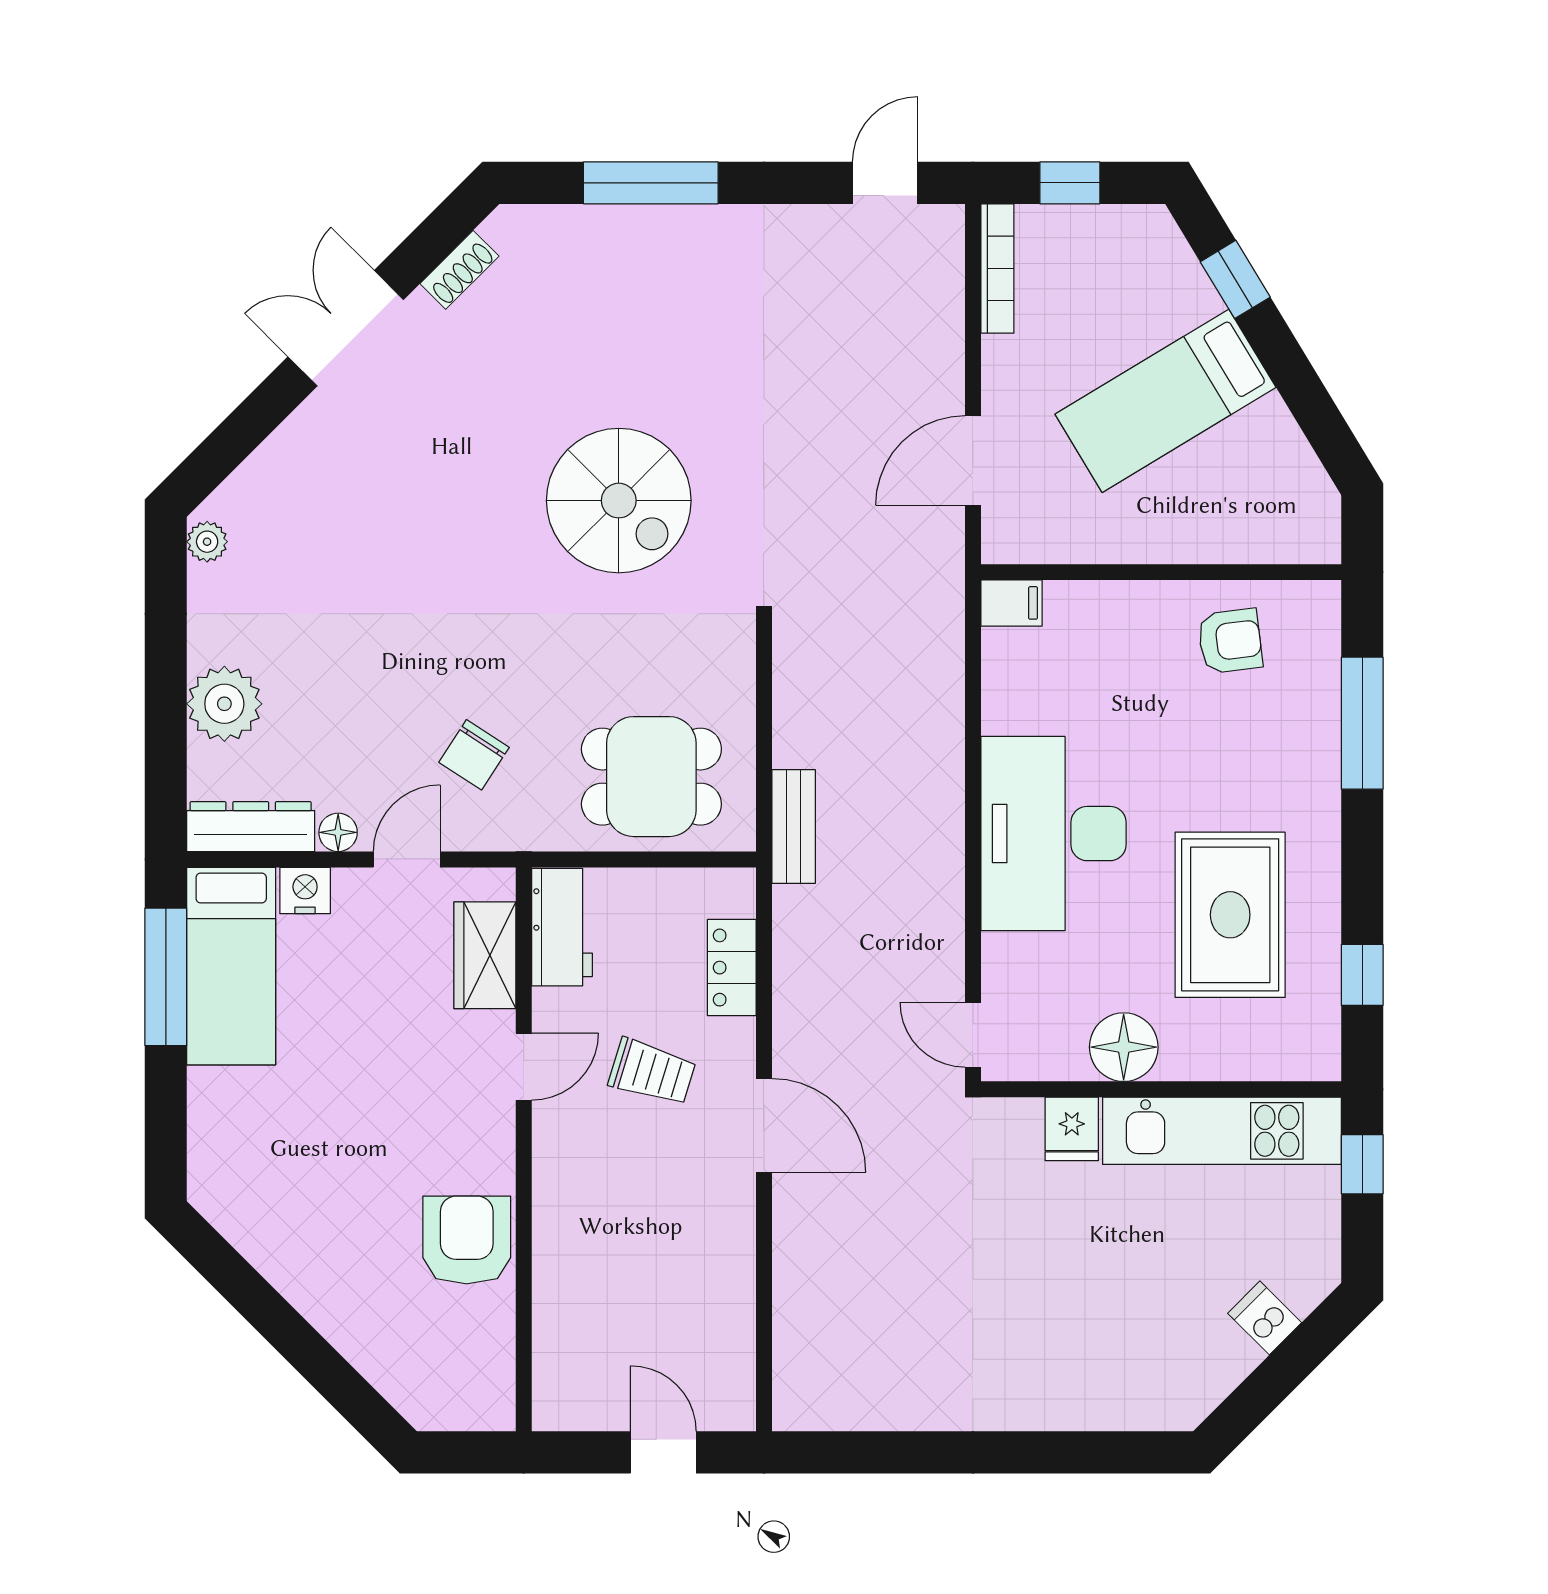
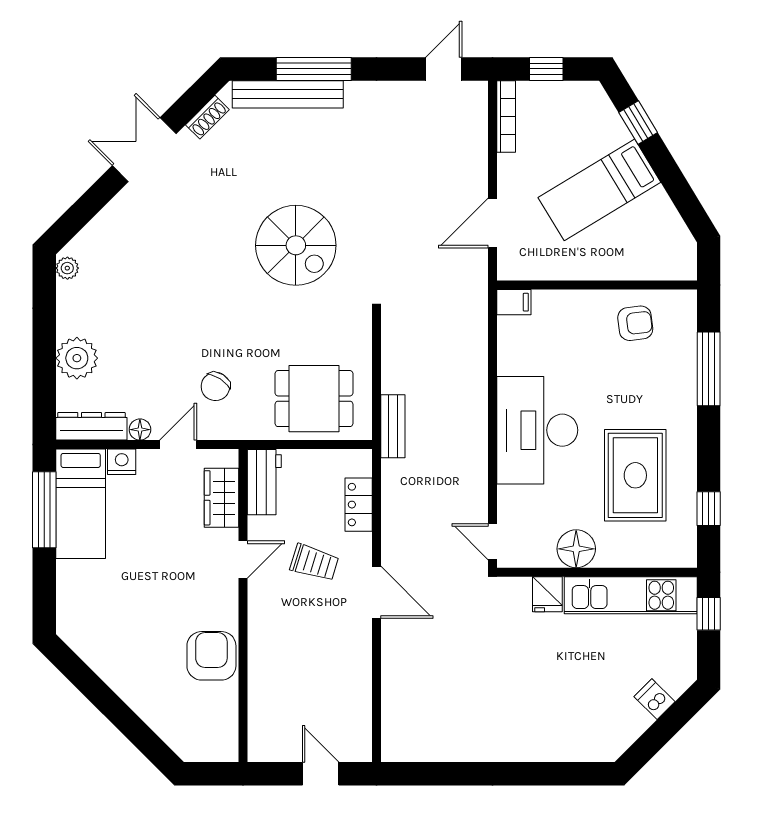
bench: (604, 229) -> (288, 94), added

